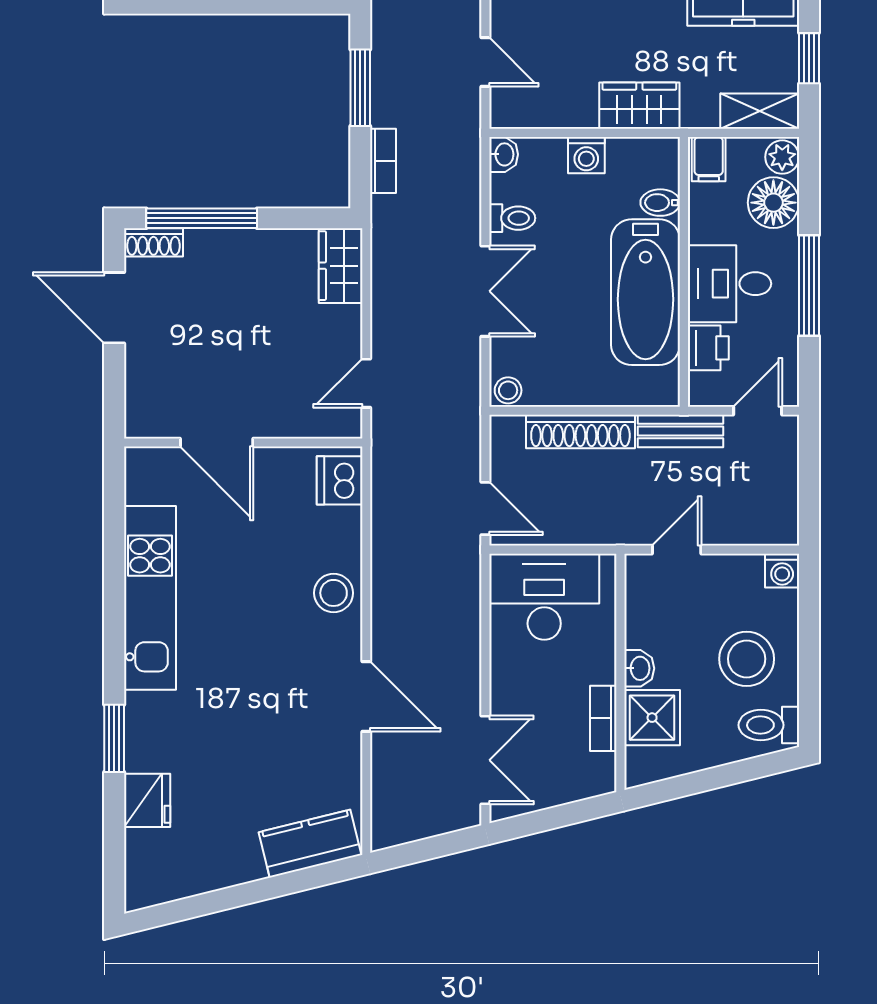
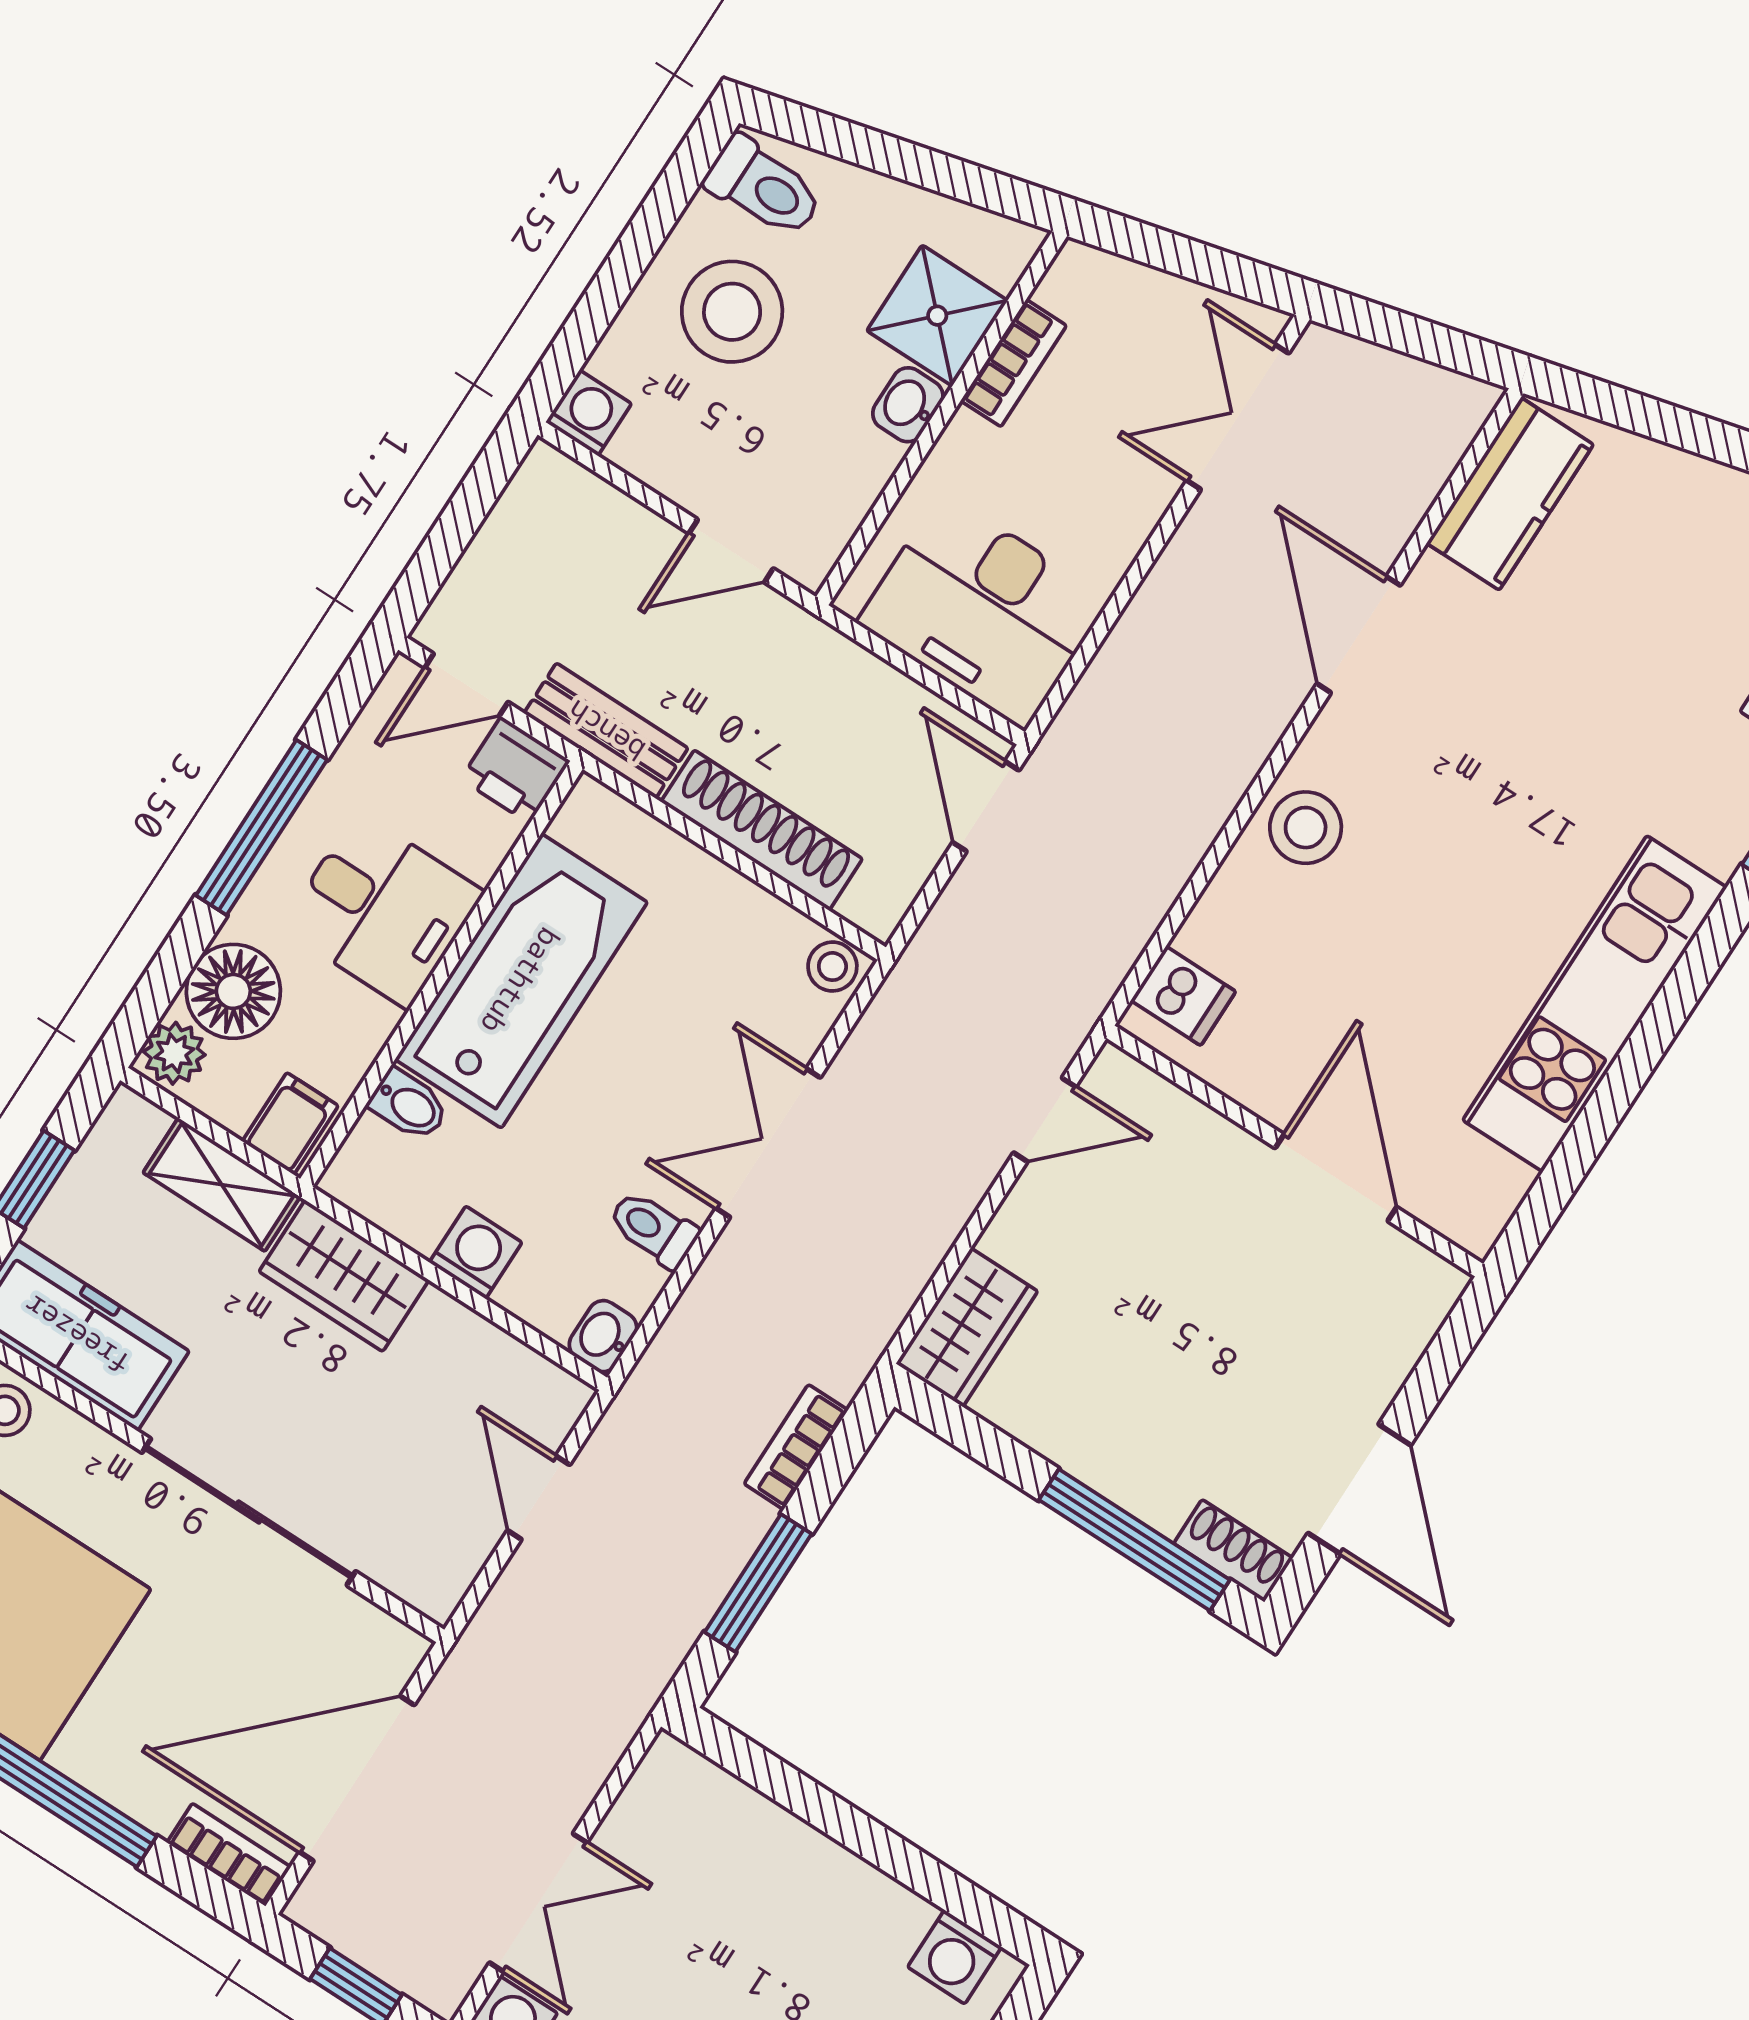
shelving: (760, 111) -> (222, 1185), moved
printer: (708, 348) -> (515, 770), moved, turned -90
dishwasher: (340, 480) -> (1183, 996), width x0.73
kitchen counter: (310, 844) -> (1510, 494), moved, turned -76

